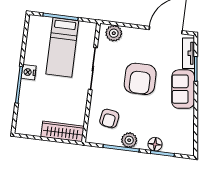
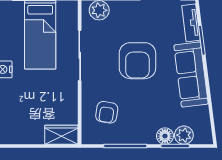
sofa: (183, 89) -> (191, 75), width x1.36
wardrobe: (63, 131) -> (61, 135), width x0.67
plant: (129, 140) -> (184, 135), moved

